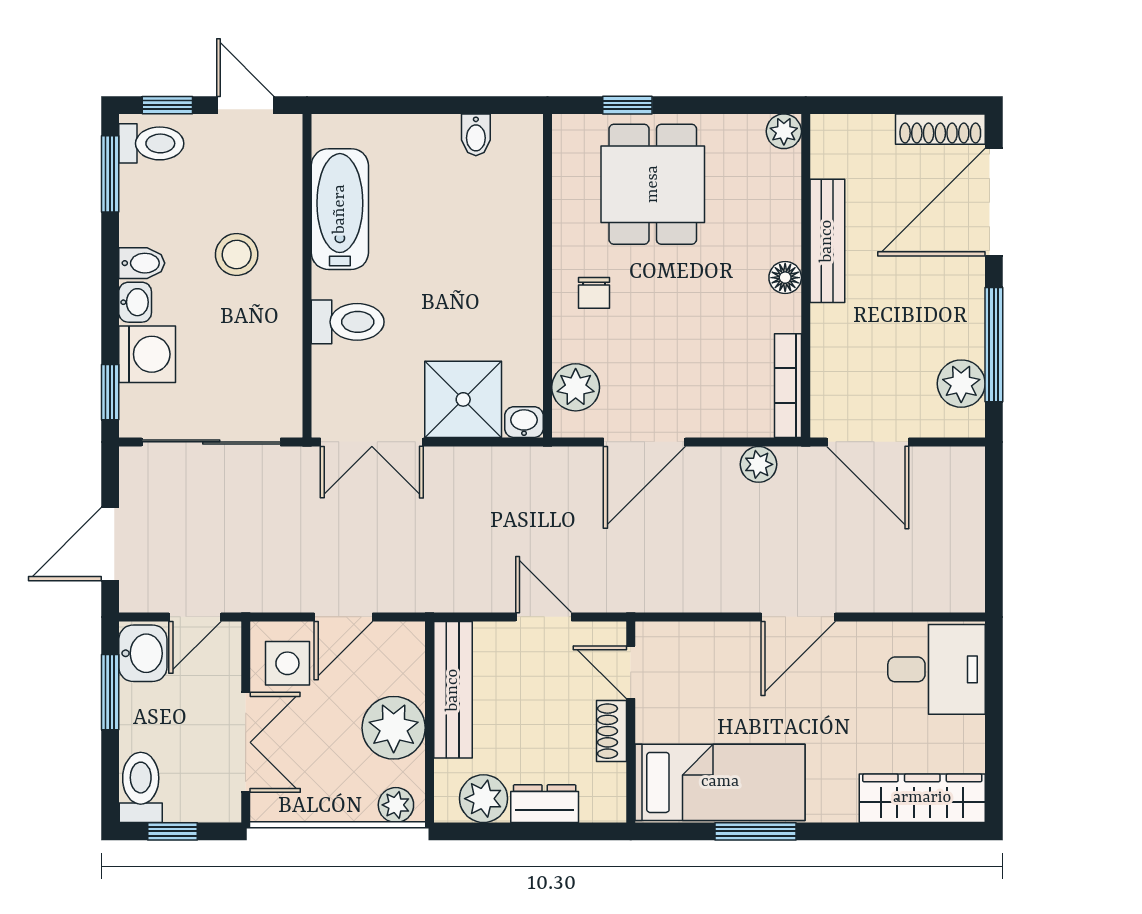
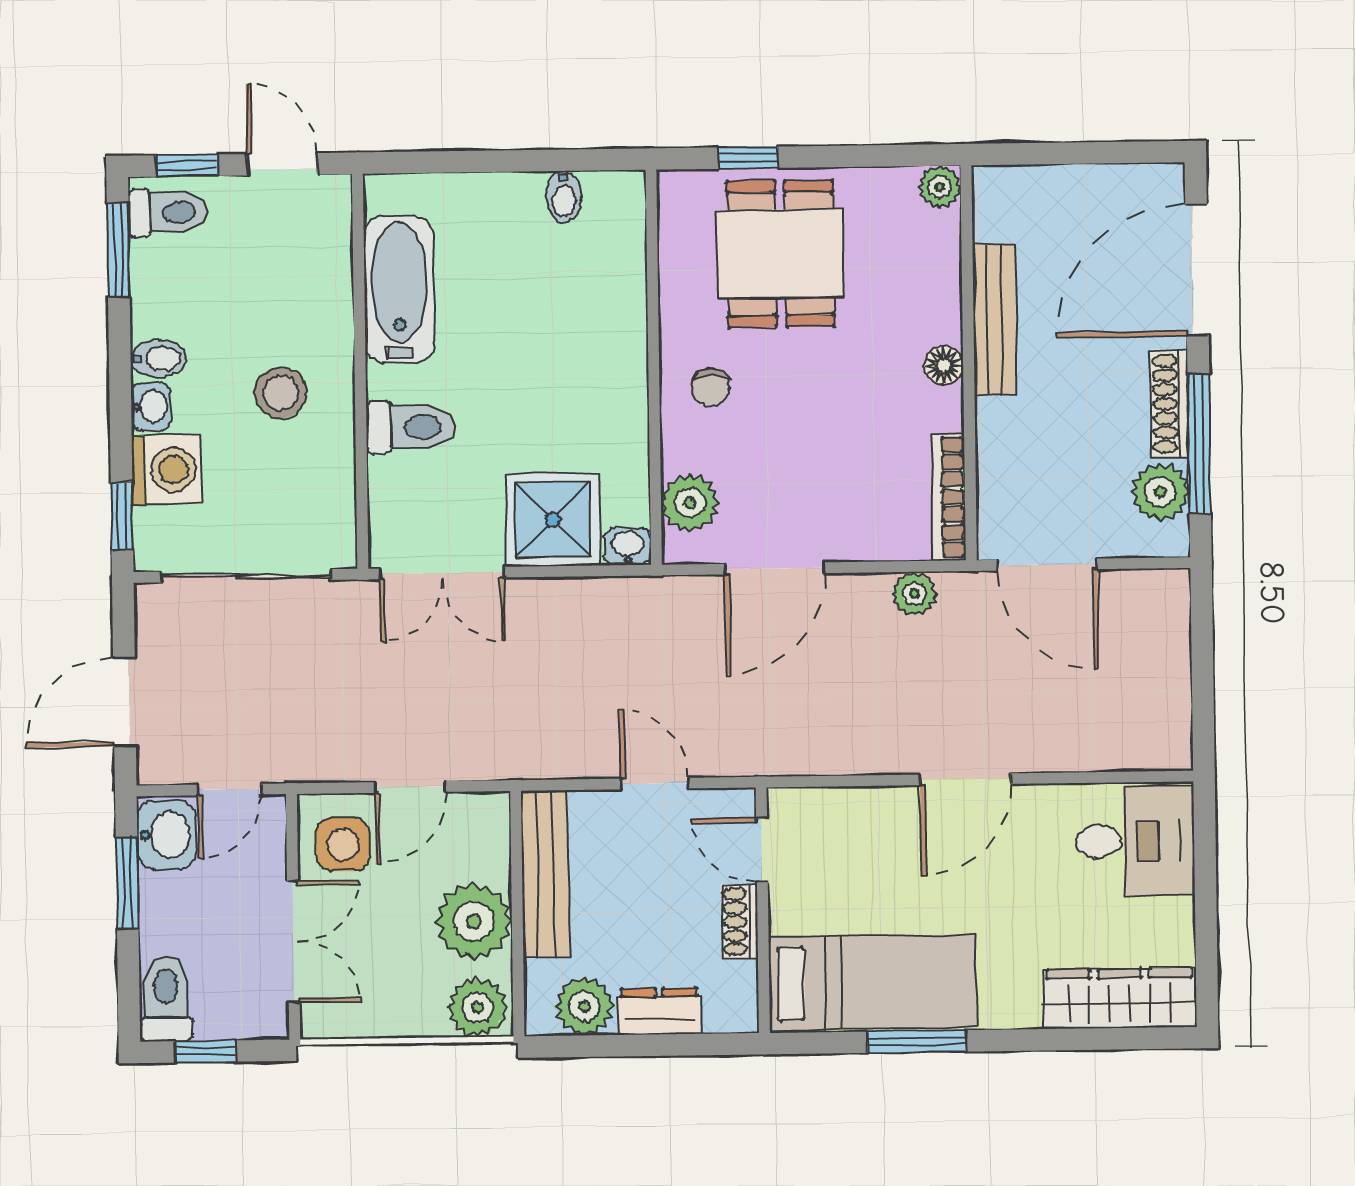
shoe rack: (940, 129) -> (1170, 404), moved, turned 90
stool: (237, 254) -> (281, 393), moved
plant: (396, 805) -> (478, 1008), width x1.38, depth x1.38

